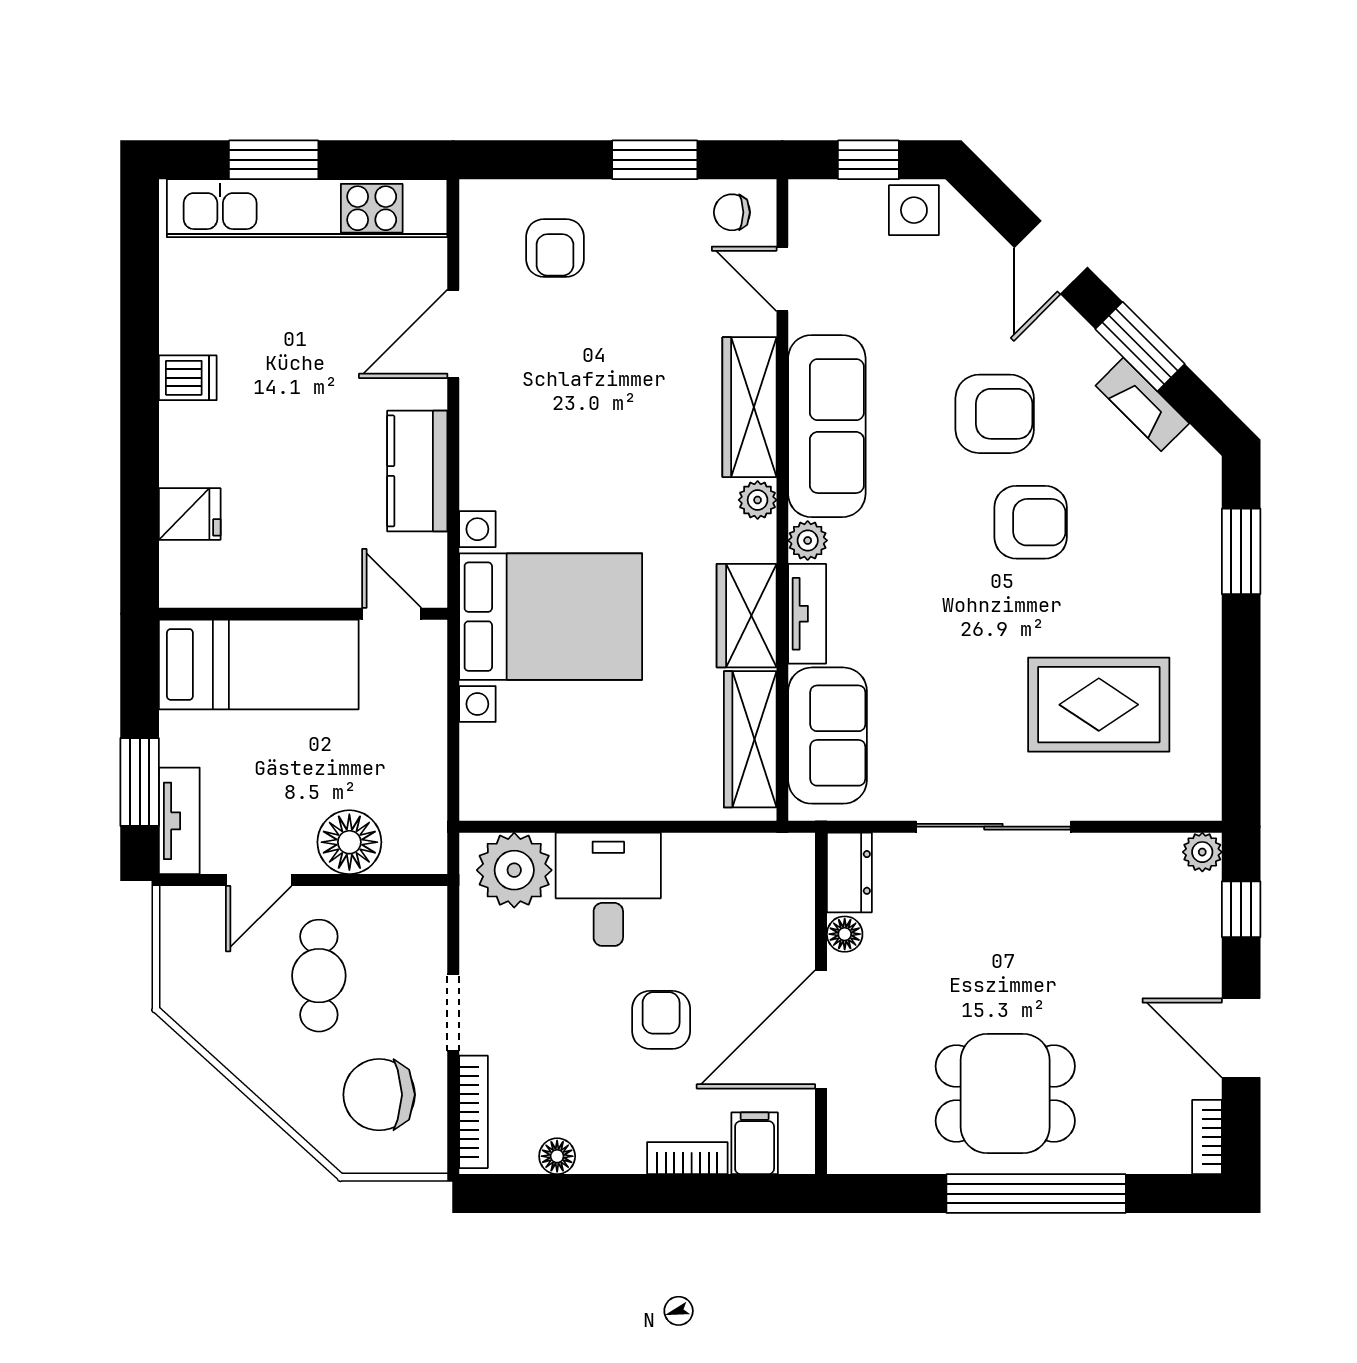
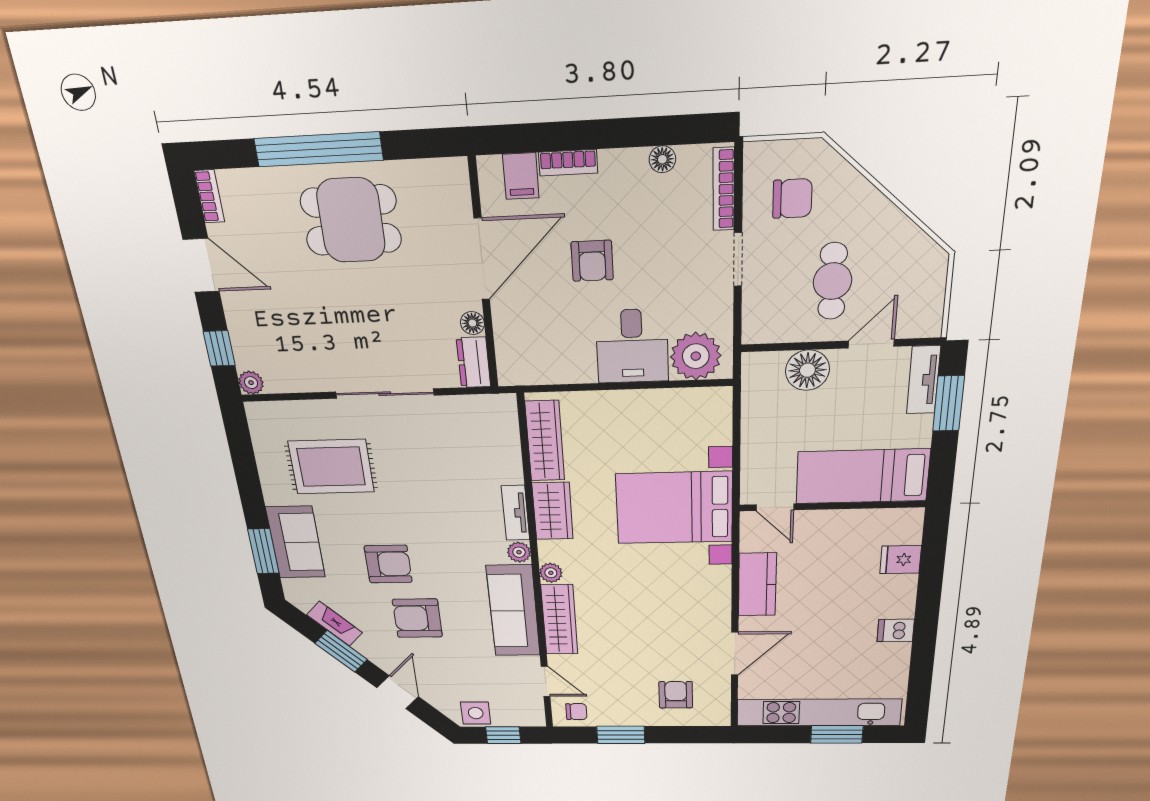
armchair: (1031, 522) -> (388, 564), turned 180
sofa: (828, 736) -> (296, 542), moved, turned 180
chair: (379, 1095) -> (792, 198), width x0.73, depth x0.73

